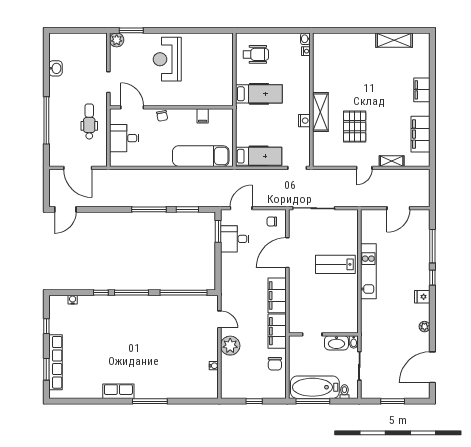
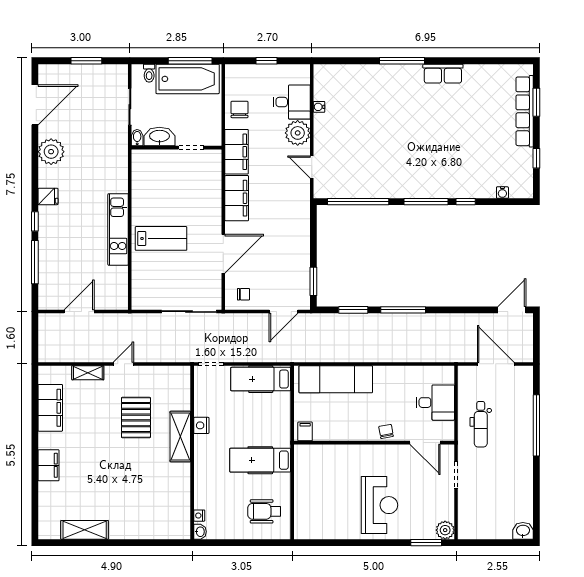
washbasin: (56, 68) -> (523, 531), moved, turned 90
filing cabinet: (203, 116) -> (305, 431), moved
desk: (235, 239) -> (292, 102), moved
plant: (425, 327) -> (51, 152), width x1.87, depth x1.87

